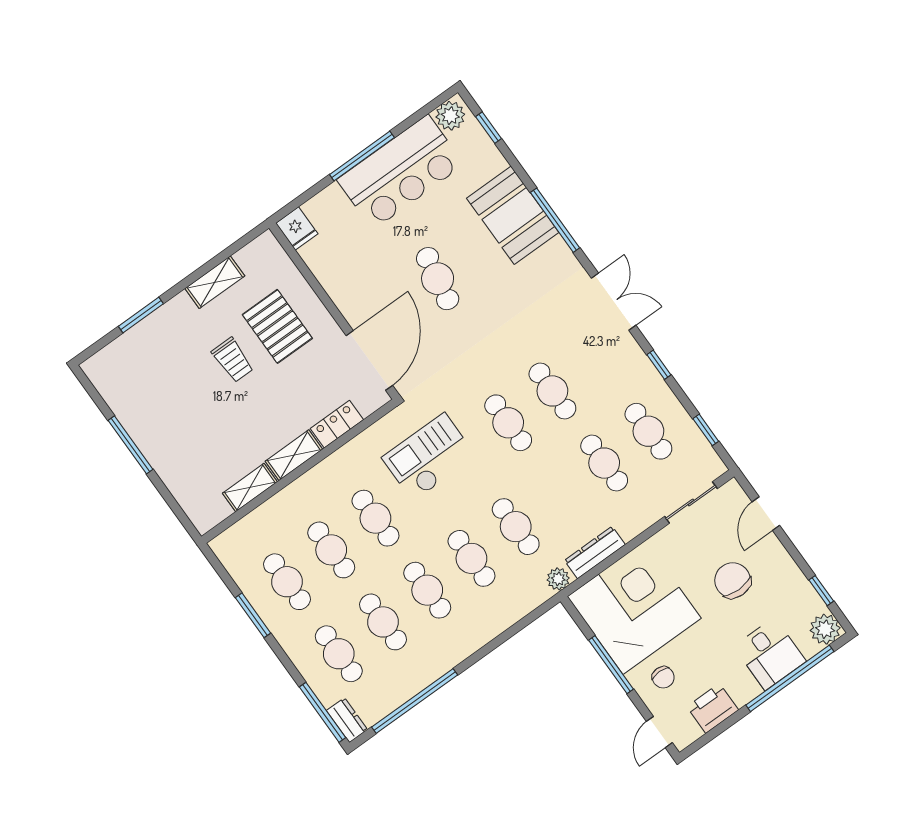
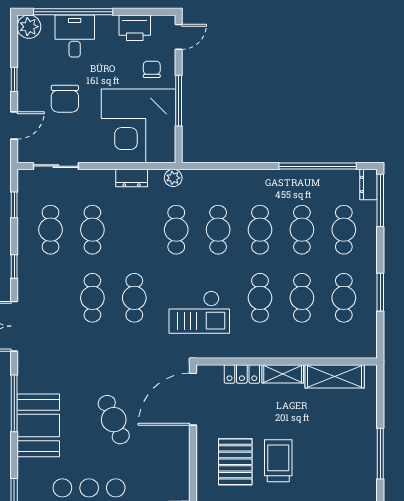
cafe table: (438, 279) -> (114, 420), turned -33
trolley: (233, 360) -> (278, 461), width x1.36, depth x1.39
shelving: (250, 487) -> (335, 376), width x1.50, depth x1.33
dresser: (595, 552) -> (132, 178), width x0.70
window: (821, 591) -> (14, 79), moved

